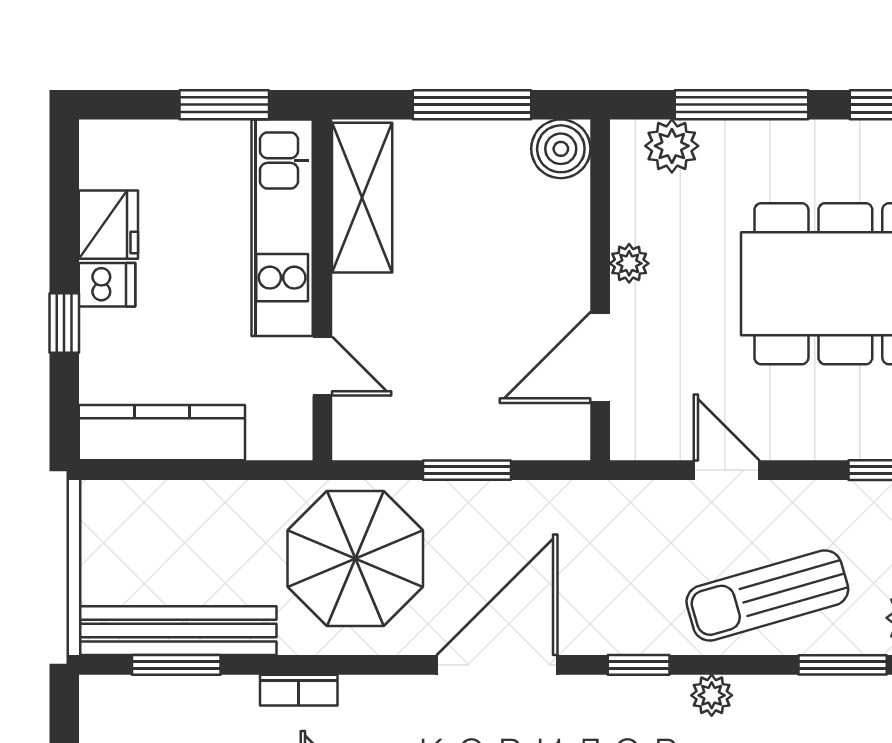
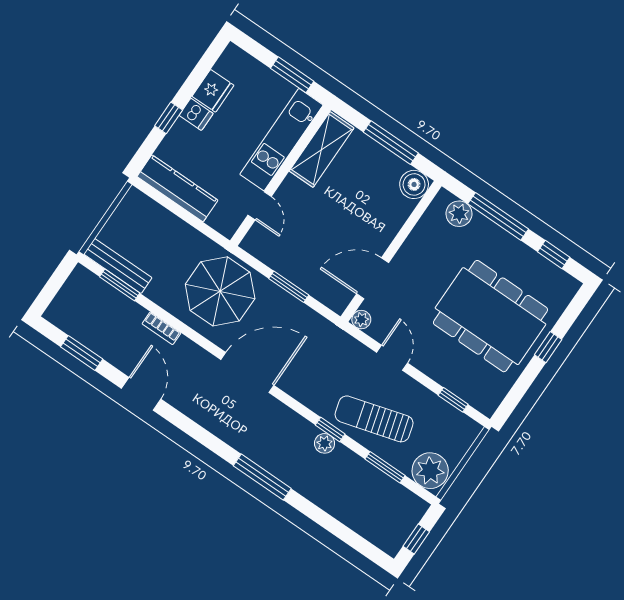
plant: (629, 263) -> (361, 320), moved
bench: (178, 631) -> (118, 266), width x0.73, depth x0.82
window: (639, 665) -> (330, 430), moved

